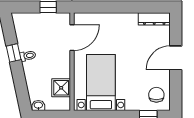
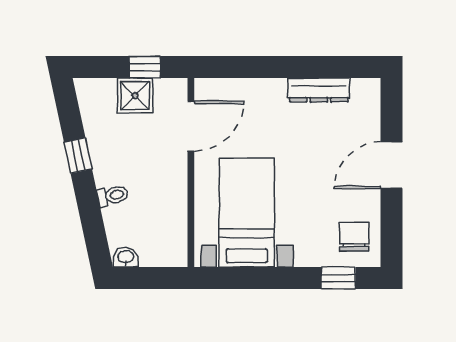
dresser: (154, 19) -> (319, 90), moved
toilet: (28, 56) -> (113, 195), moved
shower: (61, 88) -> (135, 96), moved

